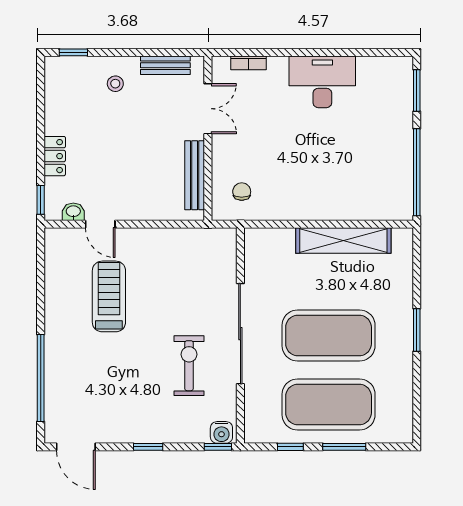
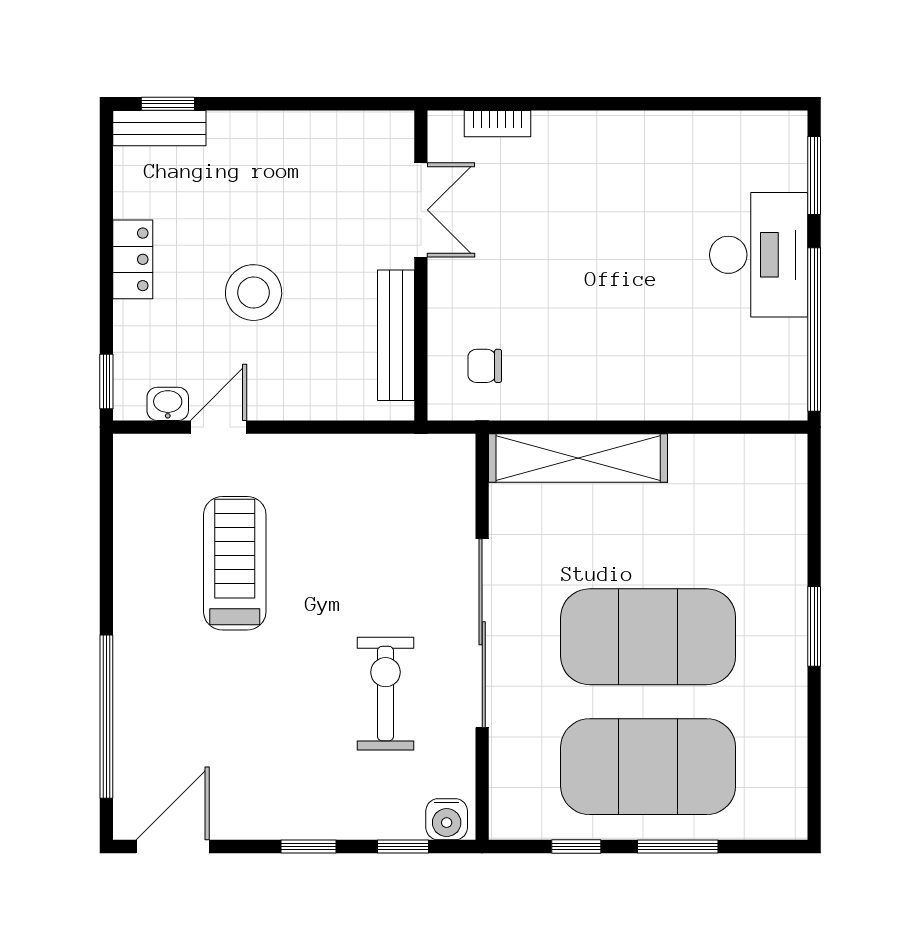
bench: (165, 65) -> (159, 128), moved
desk: (322, 82) -> (759, 255), moved, turned 90
stool: (115, 84) -> (254, 293), moved, width x1.89, depth x1.89
locker: (55, 156) -> (133, 259), moved
chair: (242, 192) -> (485, 366), turned -90
door: (100, 224) -> (219, 427), swing flipped
shelving: (343, 241) -> (578, 458), moved
door: (76, 447) -> (173, 847), swing flipped
window: (218, 447) -> (403, 847), moved

